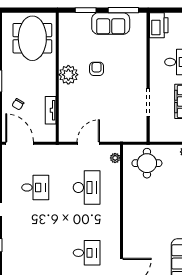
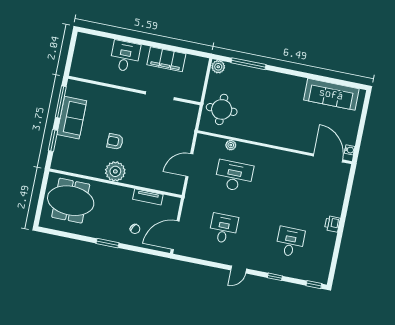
printer: (159, 25) -> (83, 69), removed
door: (88, 143) -> (189, 165), hinge flipped
plant: (115, 158) -> (231, 145), moved
desk: (87, 253) -> (290, 242), moved

